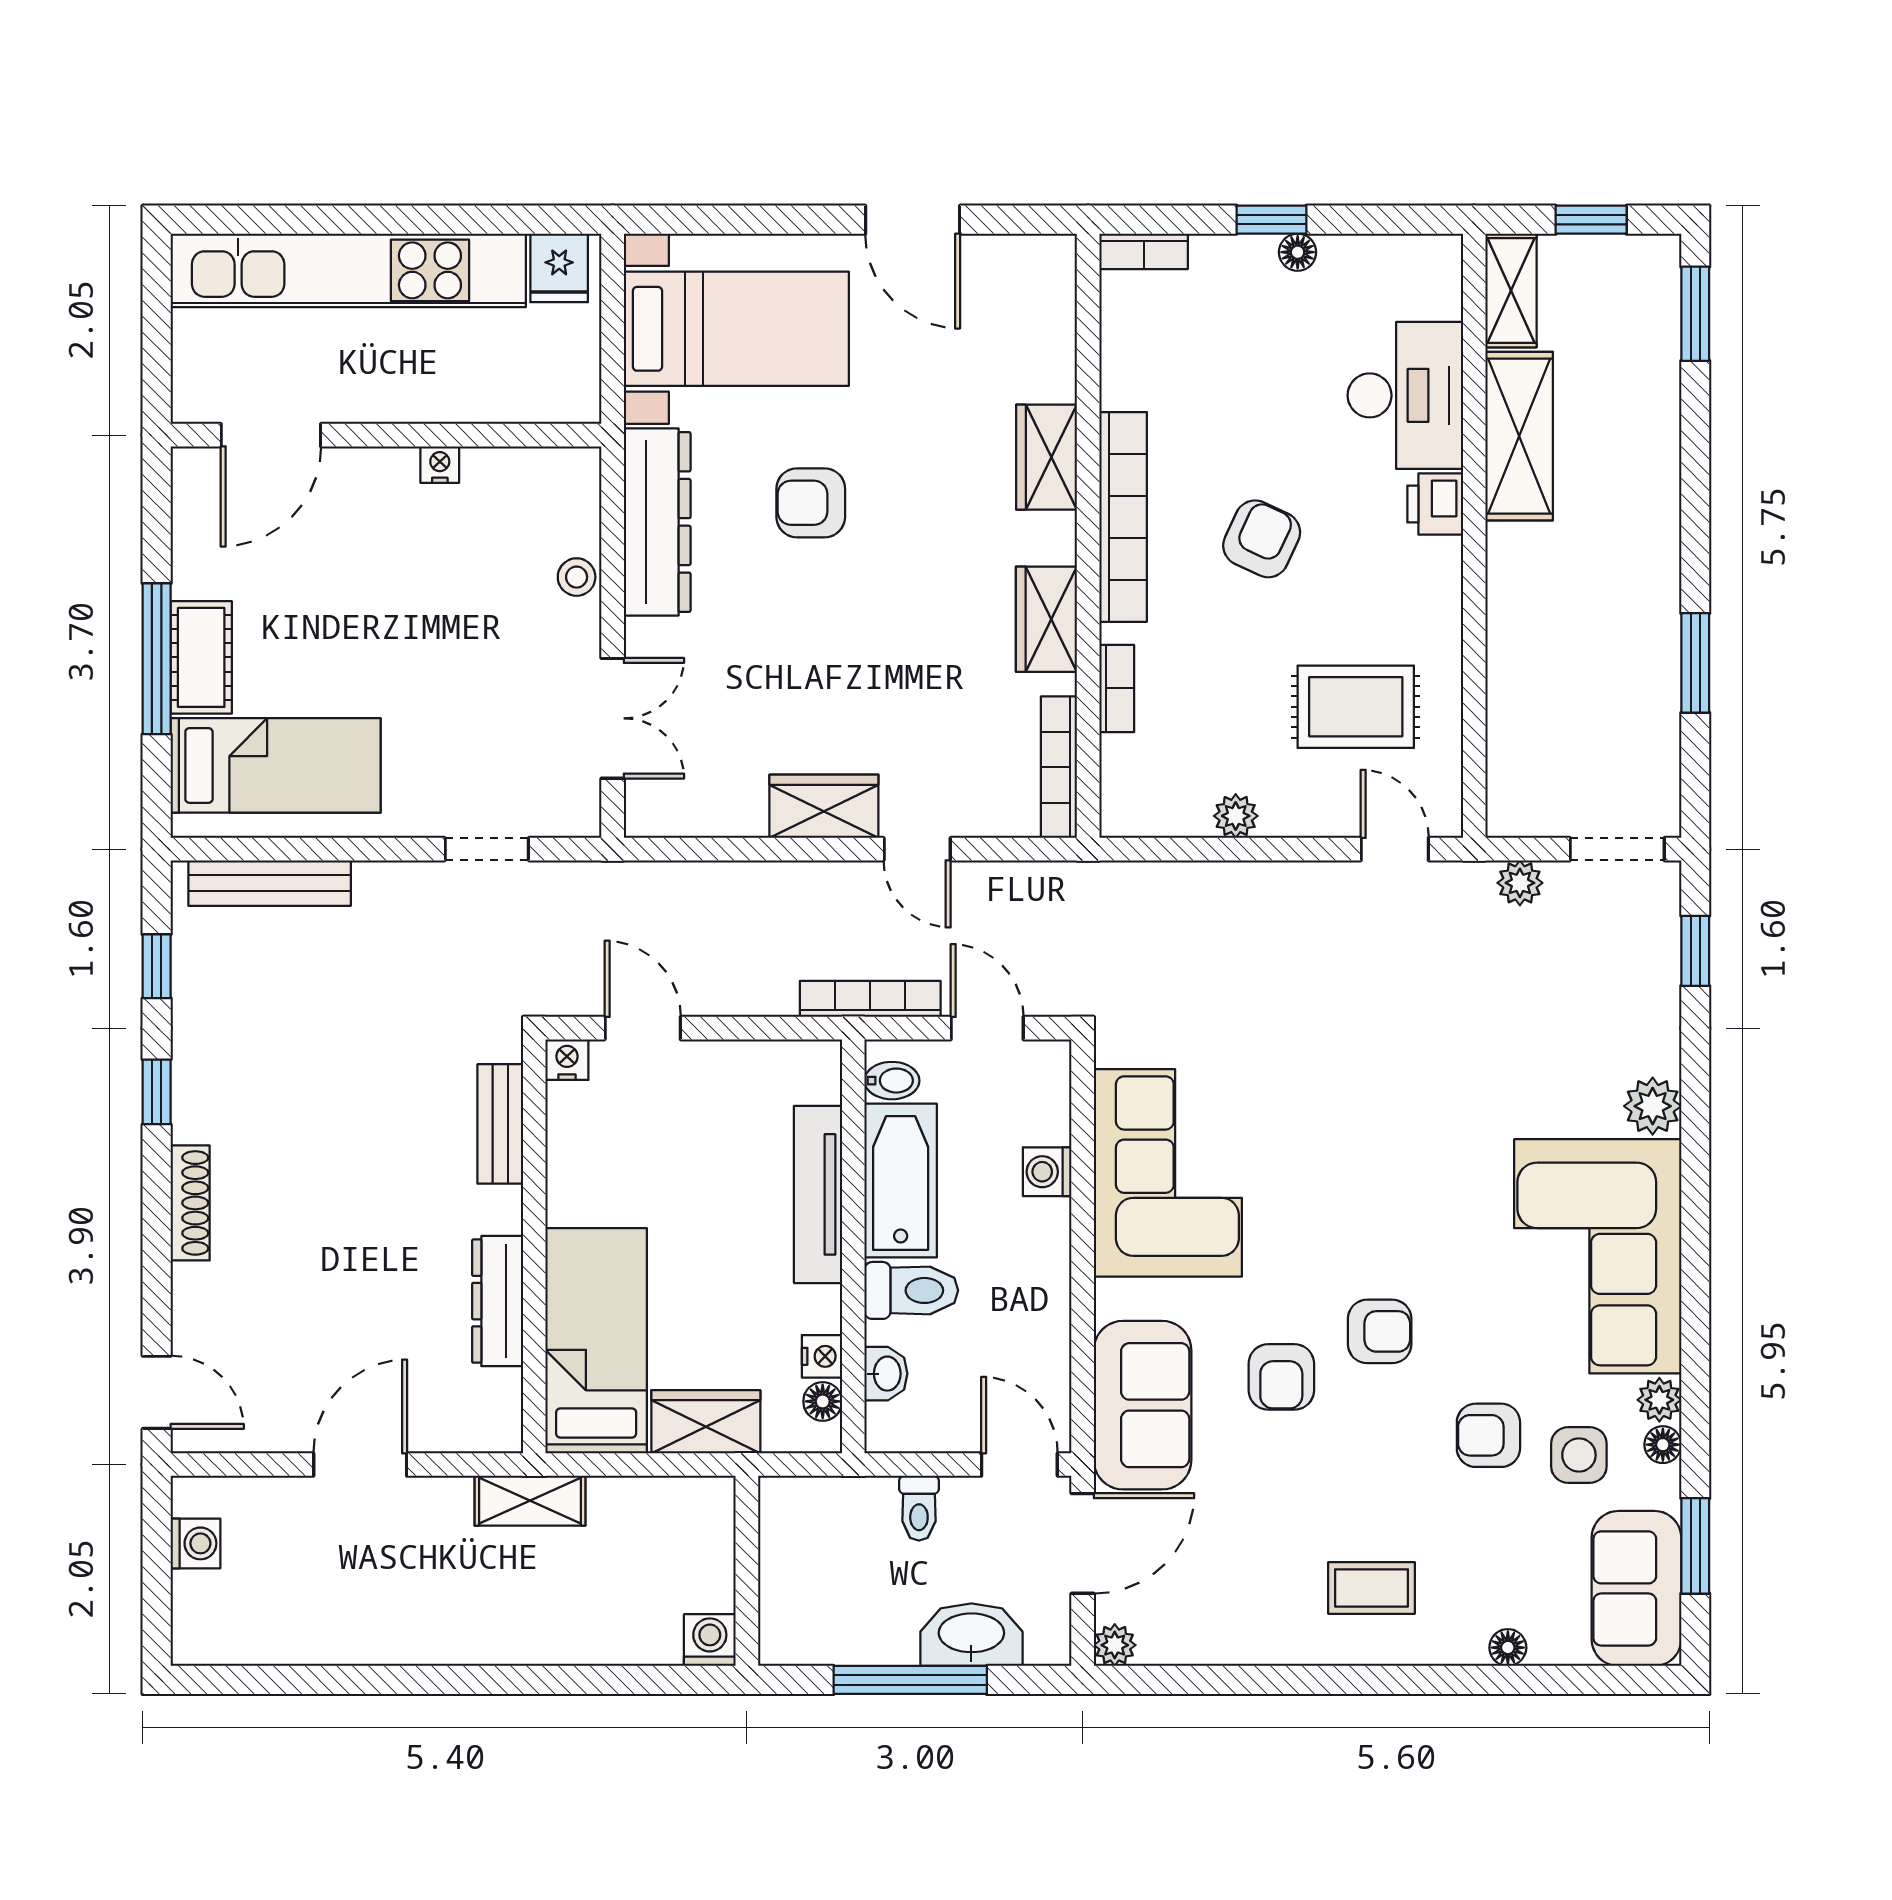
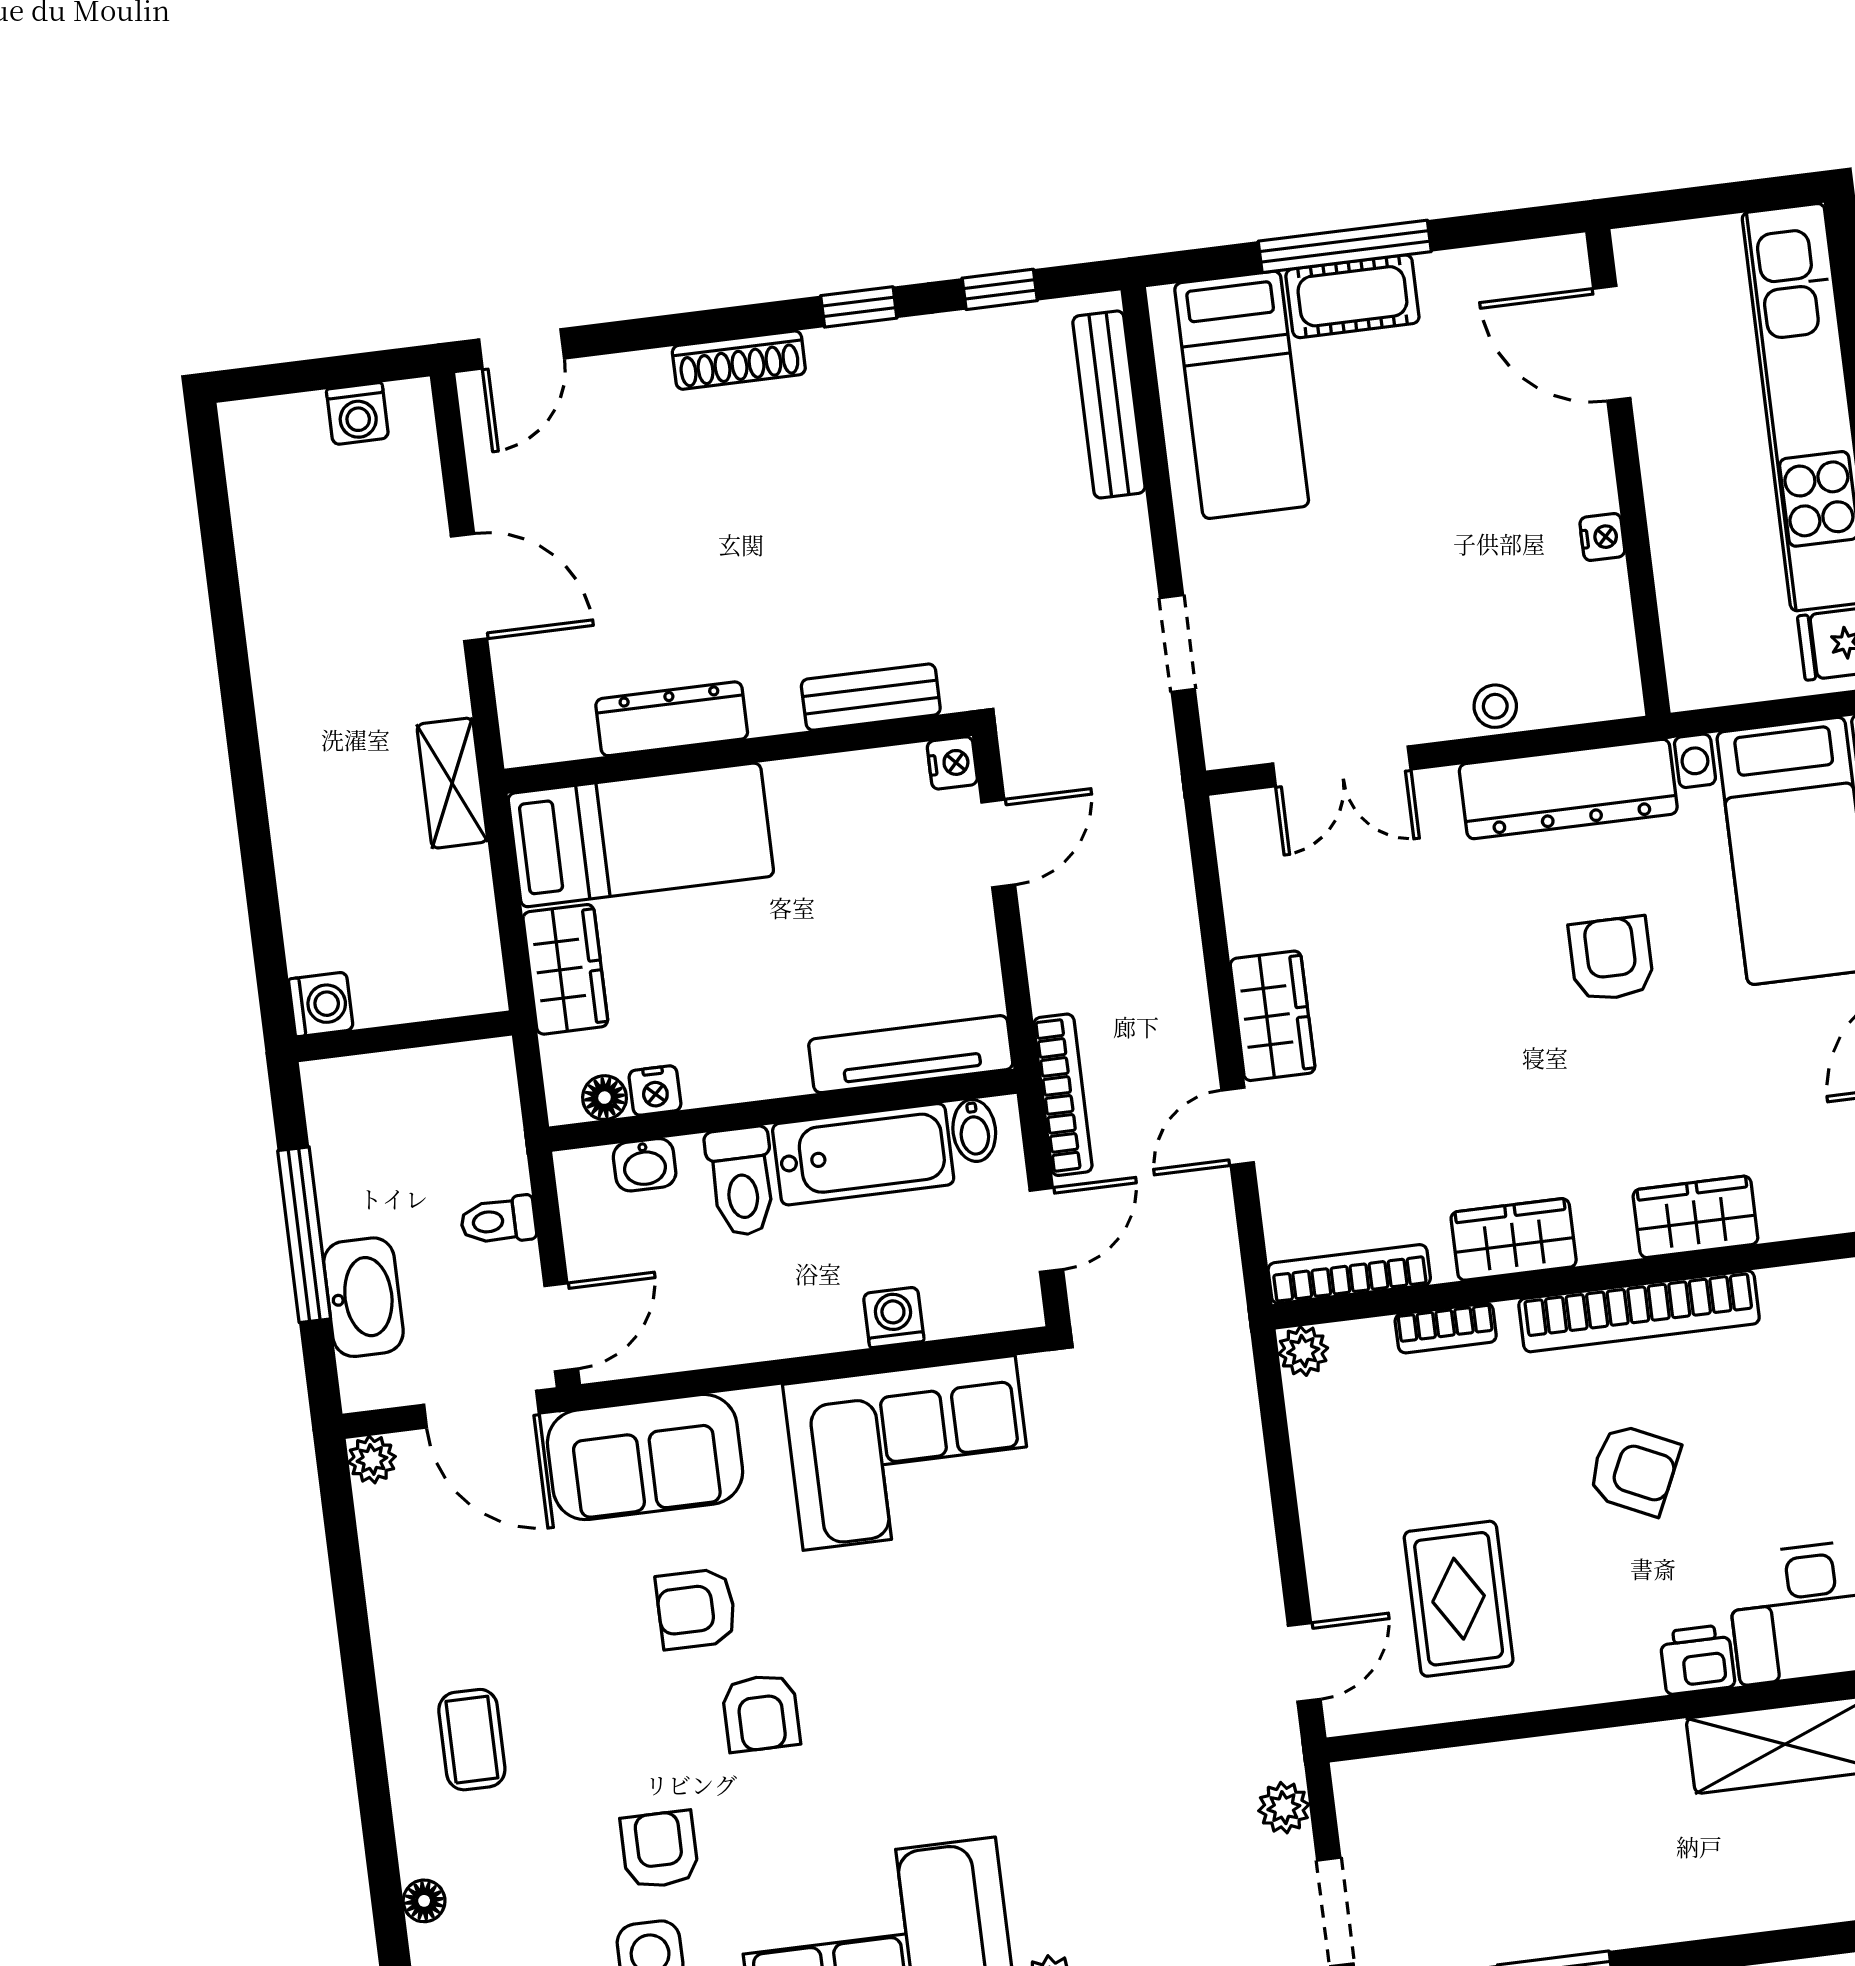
plant: (1236, 816) -> (1303, 1351), moved
tv unit: (818, 1194) -> (911, 1054), moved

